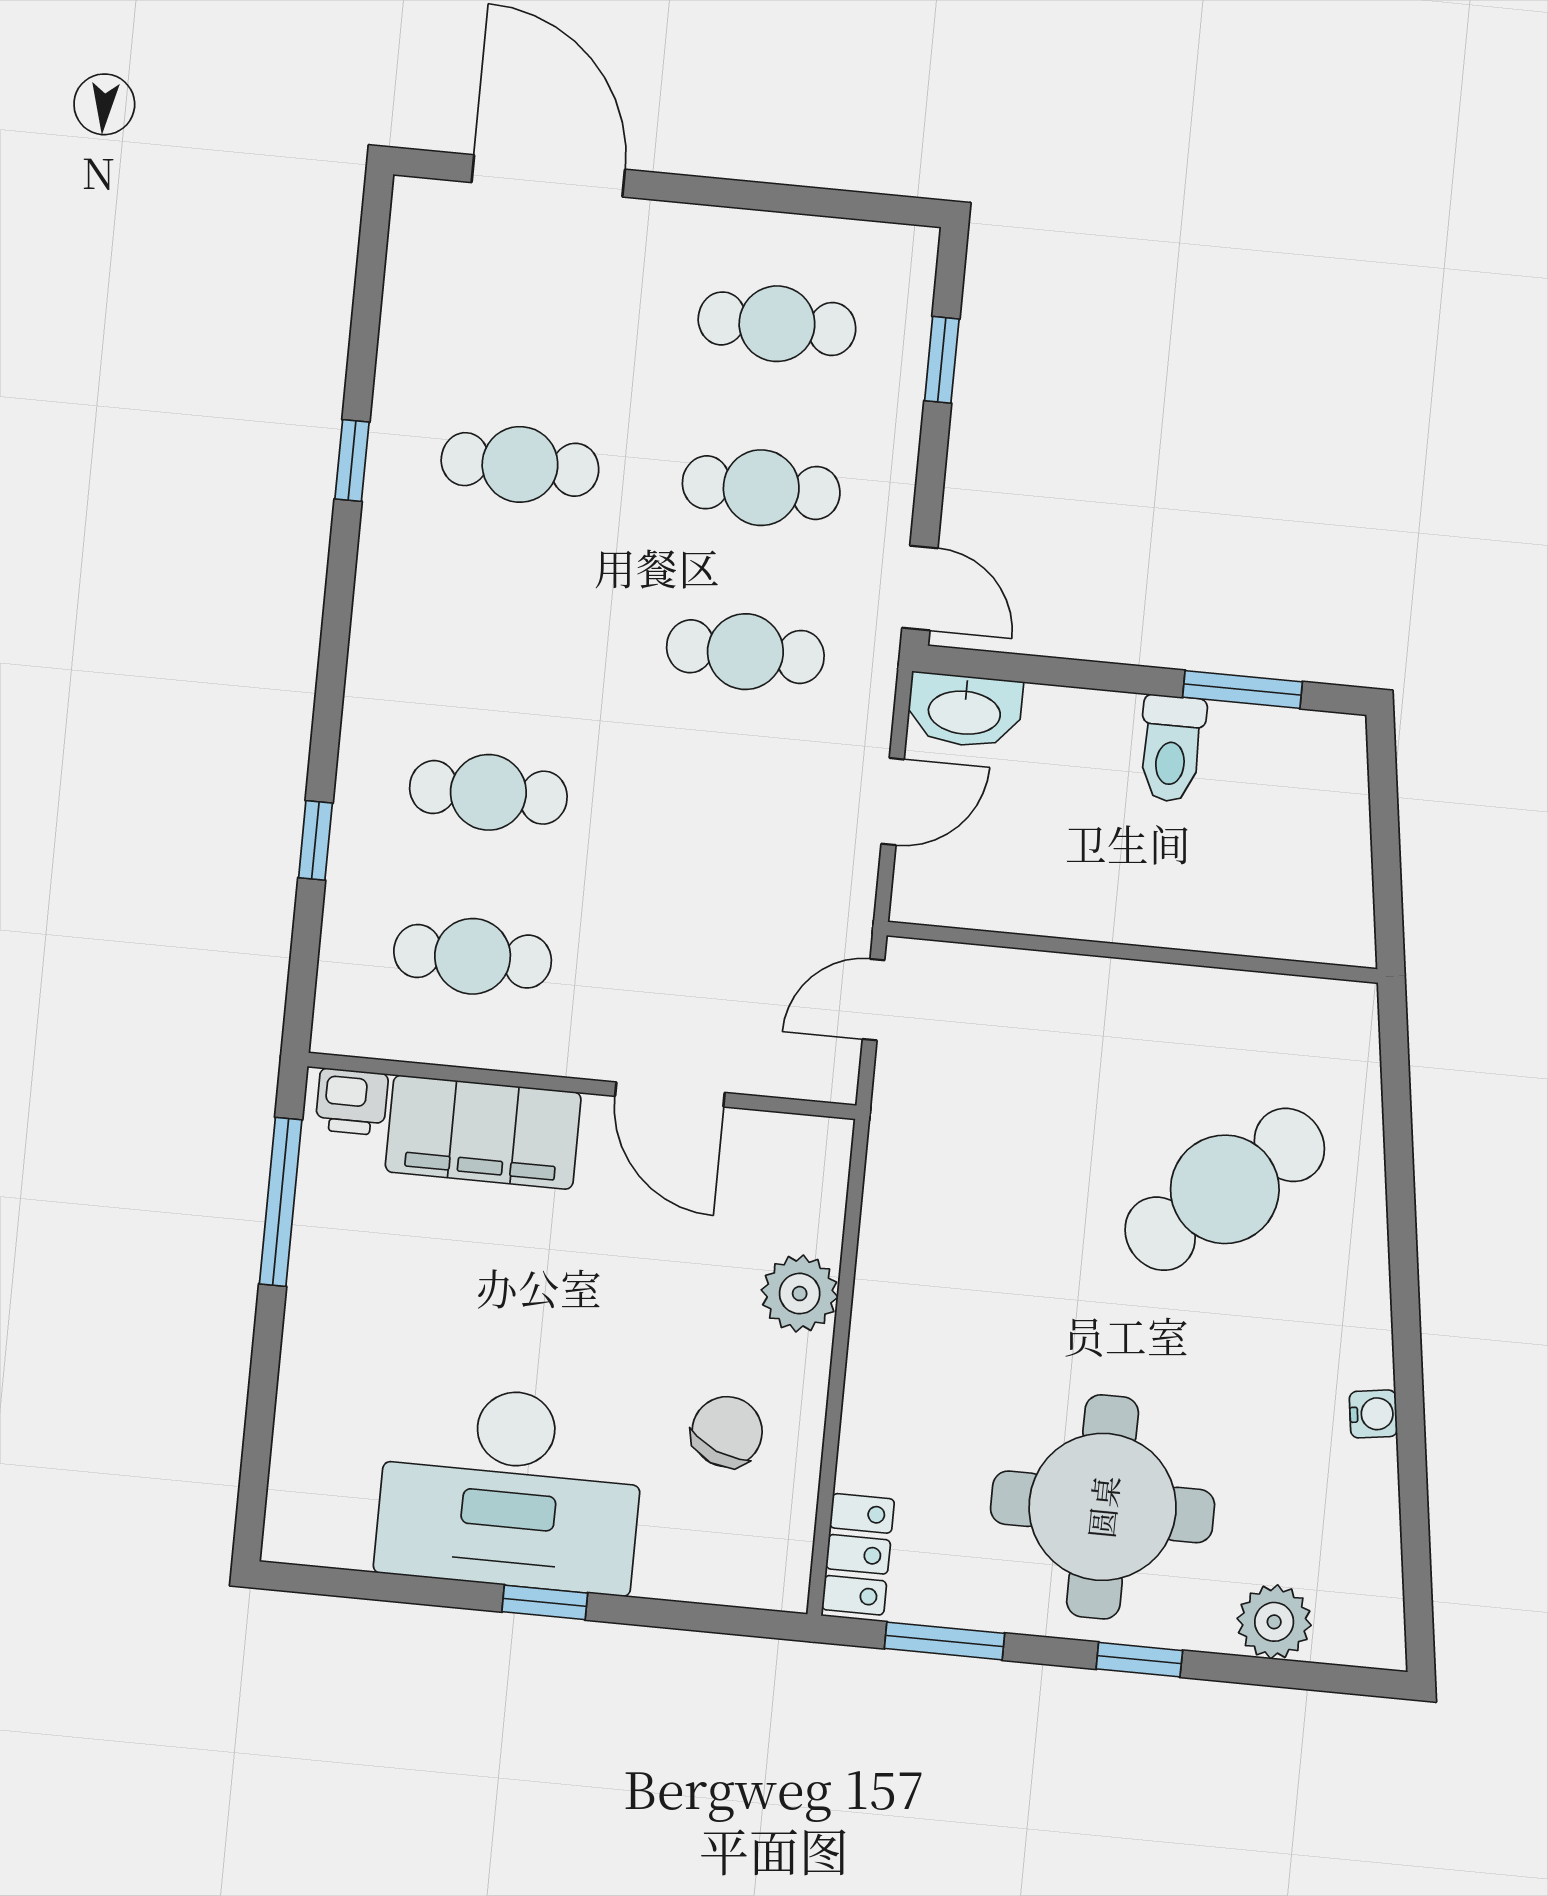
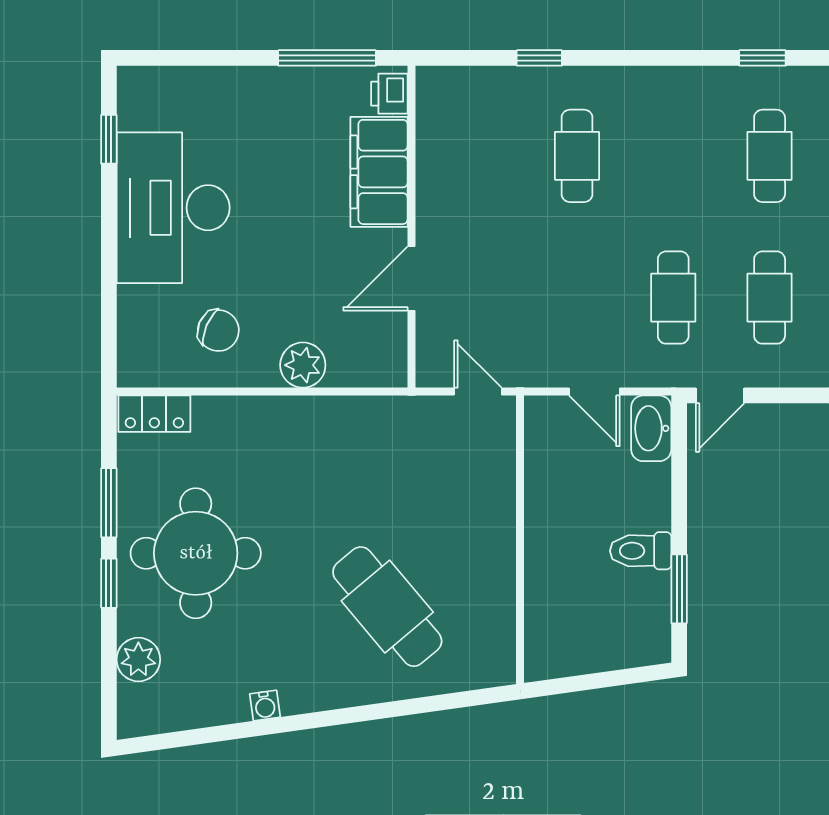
cafe table: (473, 956) -> (481, 156), removed
window: (545, 1602) -> (109, 139), moved
window: (944, 1641) -> (109, 503), moved

